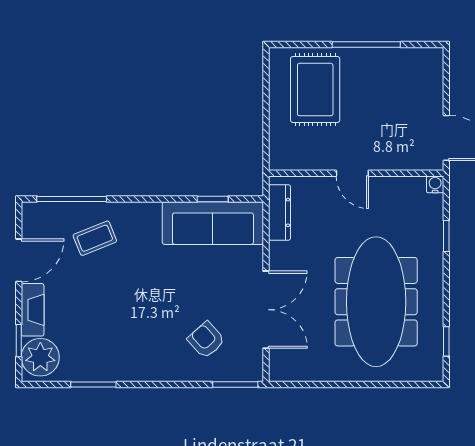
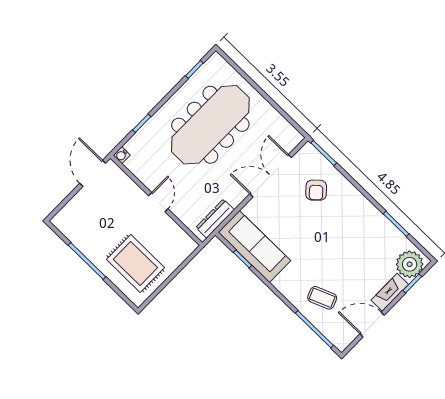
rug: (315, 90) -> (135, 264), turned 90

